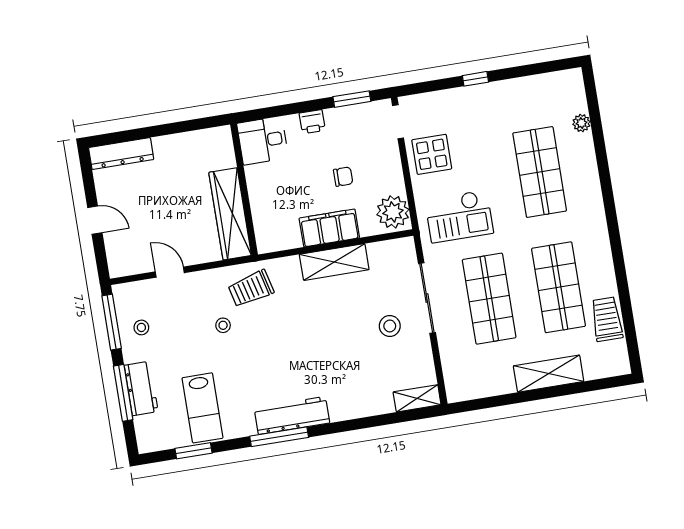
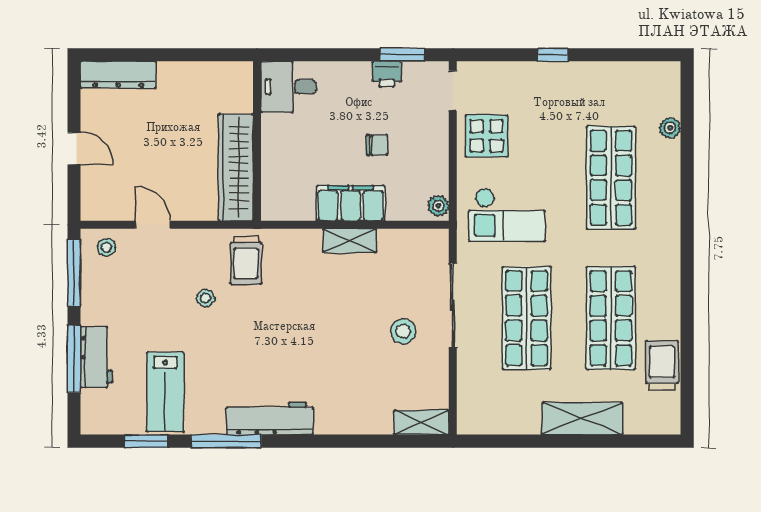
printer: (312, 122) -> (387, 74), moved
plant: (393, 212) -> (438, 206), width x0.53, depth x0.53
shelving: (334, 262) -> (350, 241), width x0.67, depth x0.75
trolley: (251, 289) -> (246, 260), turned -76
stool: (141, 327) -> (106, 247), moved
window: (279, 437) -> (226, 441), moved

